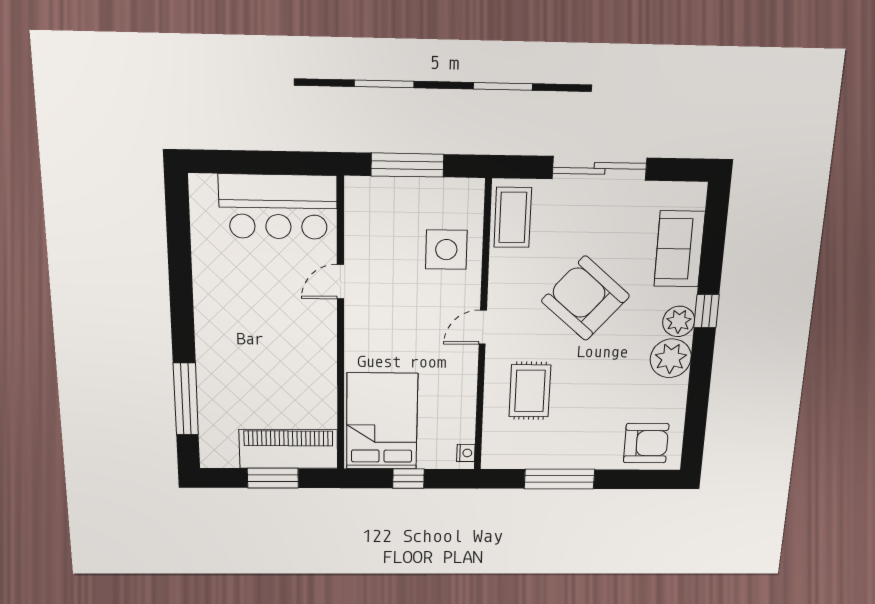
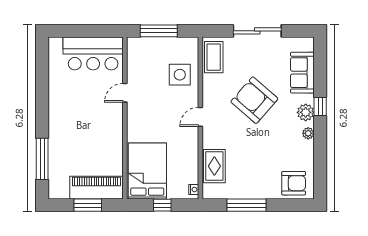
plant: (671, 358) -> (308, 133), width x0.53, depth x0.53
rug: (530, 391) -> (214, 166), moved

